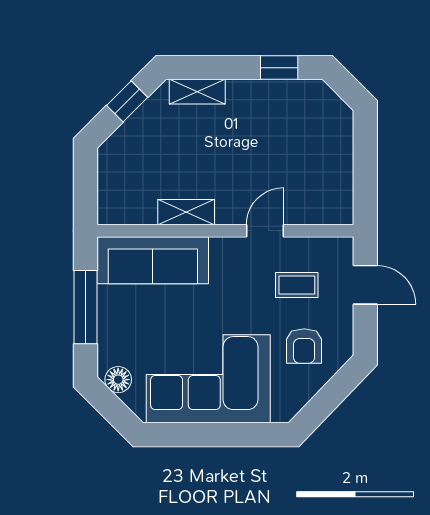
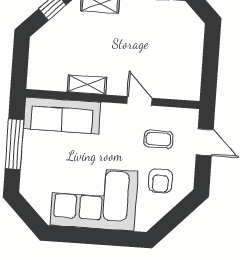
door: (265, 231) -> (139, 101), hinge flipped
floor lamp: (118, 380) -> (33, 195), removed

